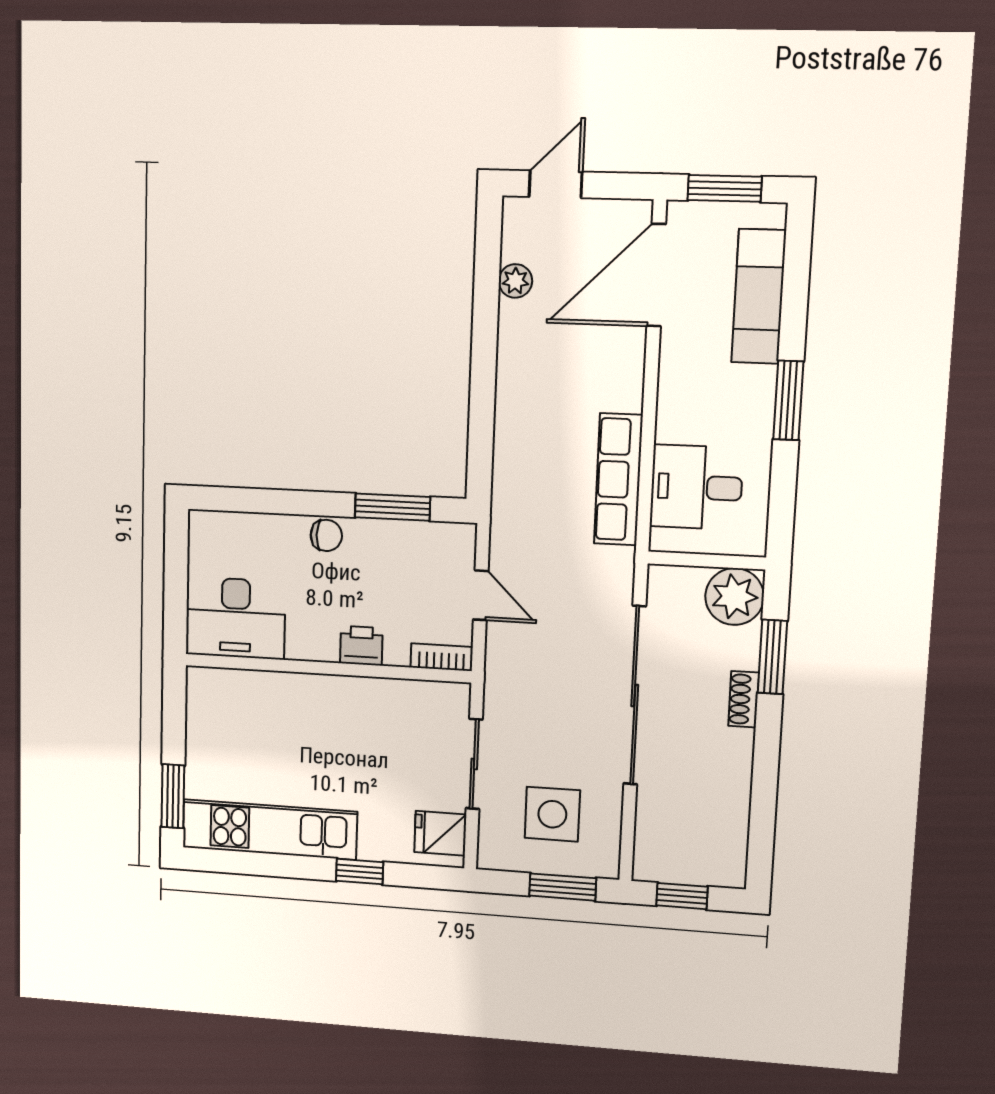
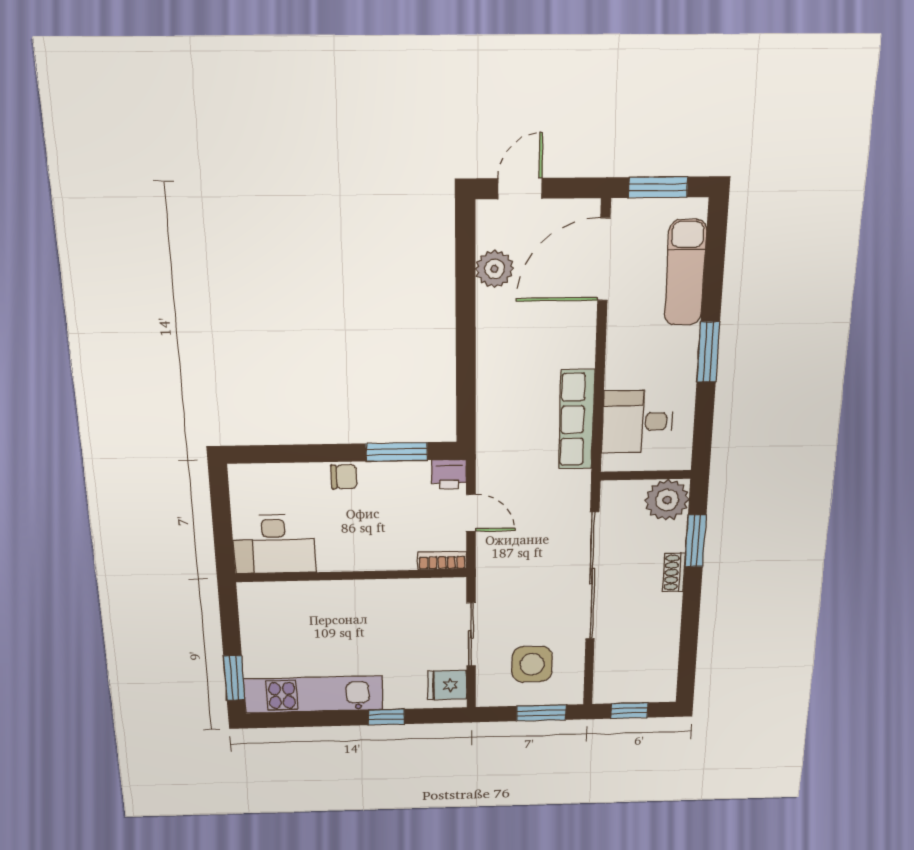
plant: (515, 281) -> (494, 269), width x1.38, depth x1.38
printer: (361, 646) -> (449, 474), moved, turned 180

